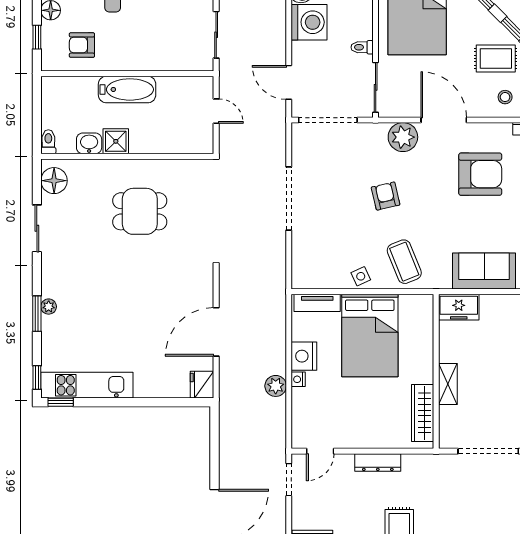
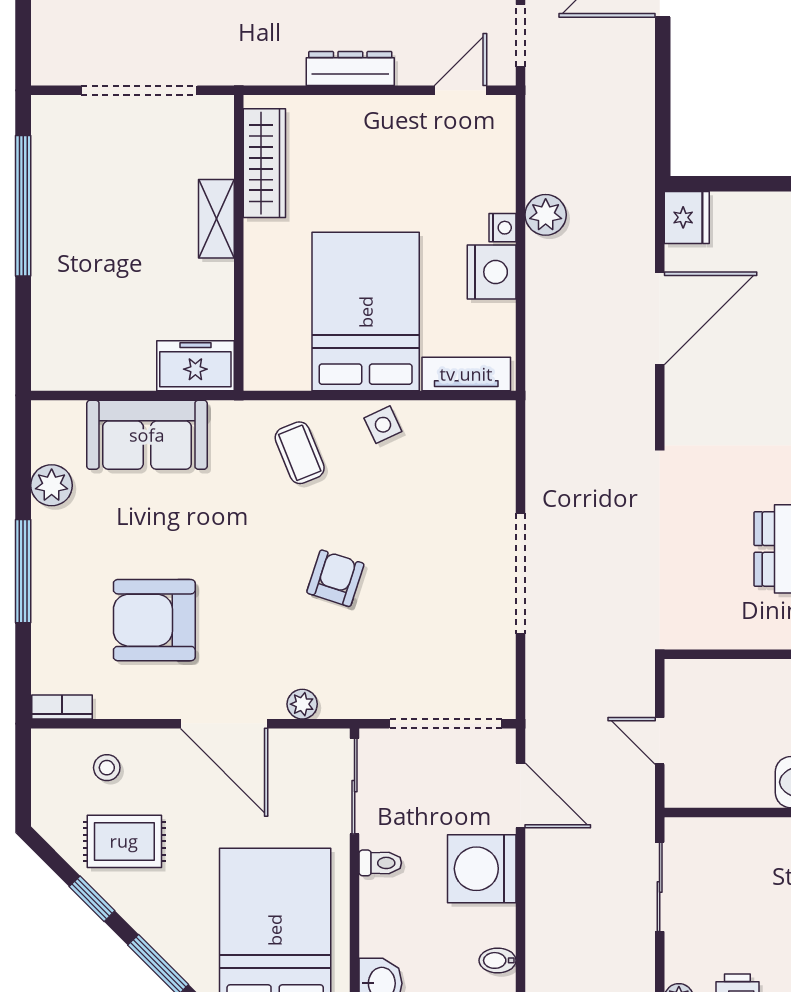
washing machine: (309, 22) -> (482, 869), moved
plant: (403, 137) -> (302, 704), width x0.53, depth x0.53
armchair: (386, 196) -> (335, 578), turned -149
coffee table: (404, 262) -> (300, 453), width x0.73, depth x0.77

